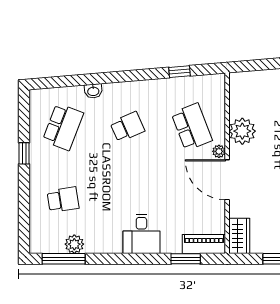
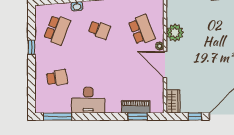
school desk: (127, 127) -> (99, 30), turned 45
desk: (141, 234) -> (88, 100), moved, width x1.37
plant: (74, 244) -> (64, 107), removed
piano: (204, 244) -> (136, 107), moved

